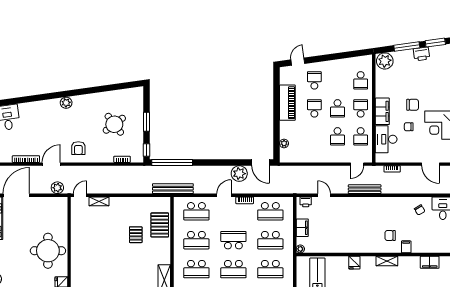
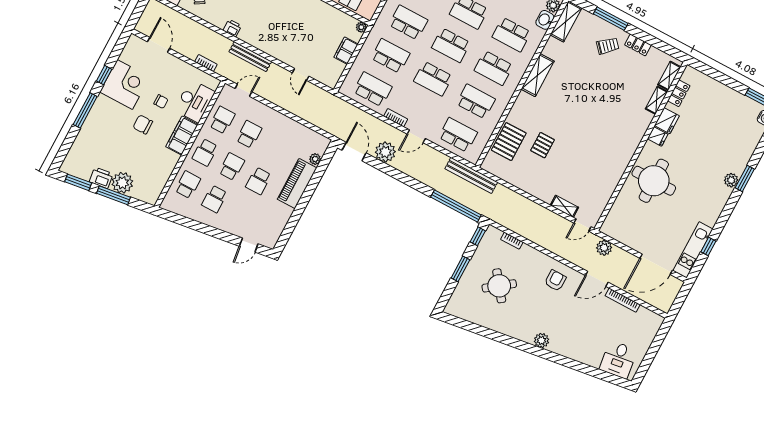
plant: (385, 61) -> (122, 183), moved
school desk: (314, 80) -> (214, 199), moved
piano: (287, 103) -> (297, 184), moved
printer: (306, 202) -> (232, 28), moved
school desk: (196, 269) -> (494, 68), turned 180
school desk: (233, 269) -> (451, 45), turned 180

